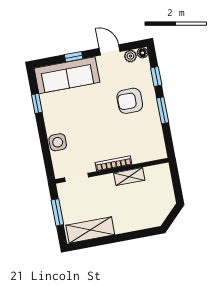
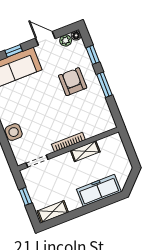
armchair: (130, 101) -> (73, 82), turned 90
window: (57, 212) -> (25, 196), width x0.67
freezer: (136, 220) -> (99, 190), added
shelving: (90, 230) -> (53, 212), width x0.67, depth x0.75

